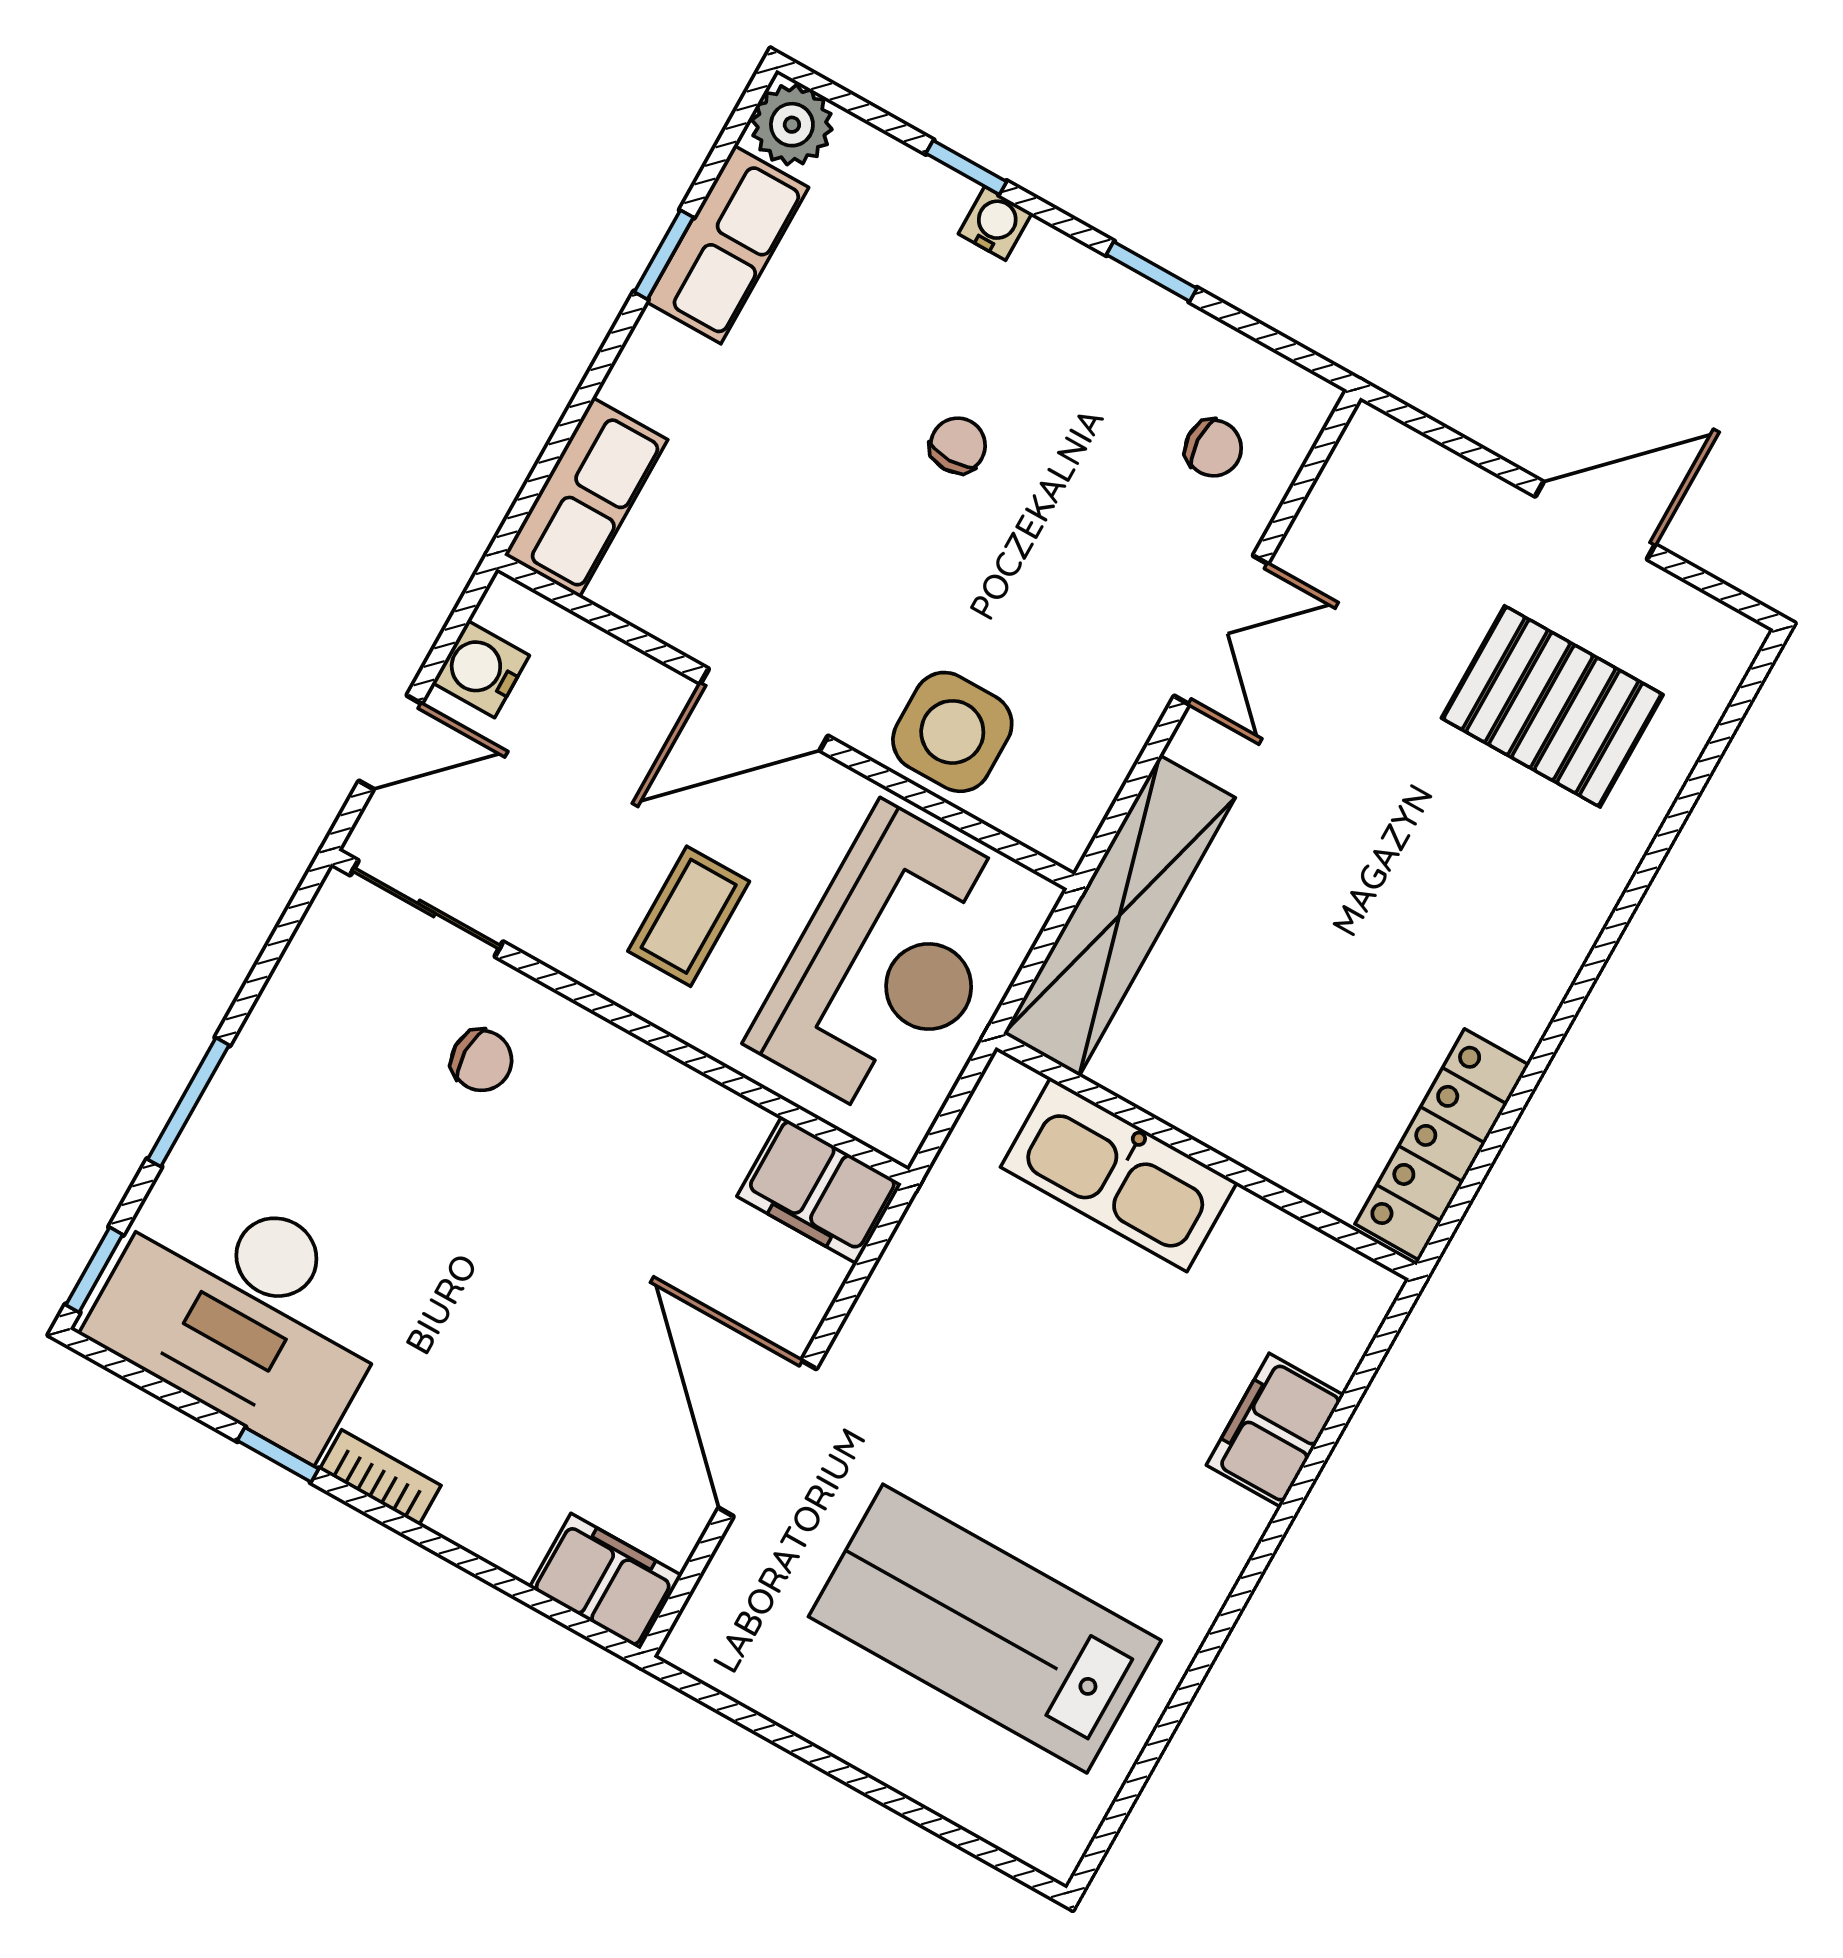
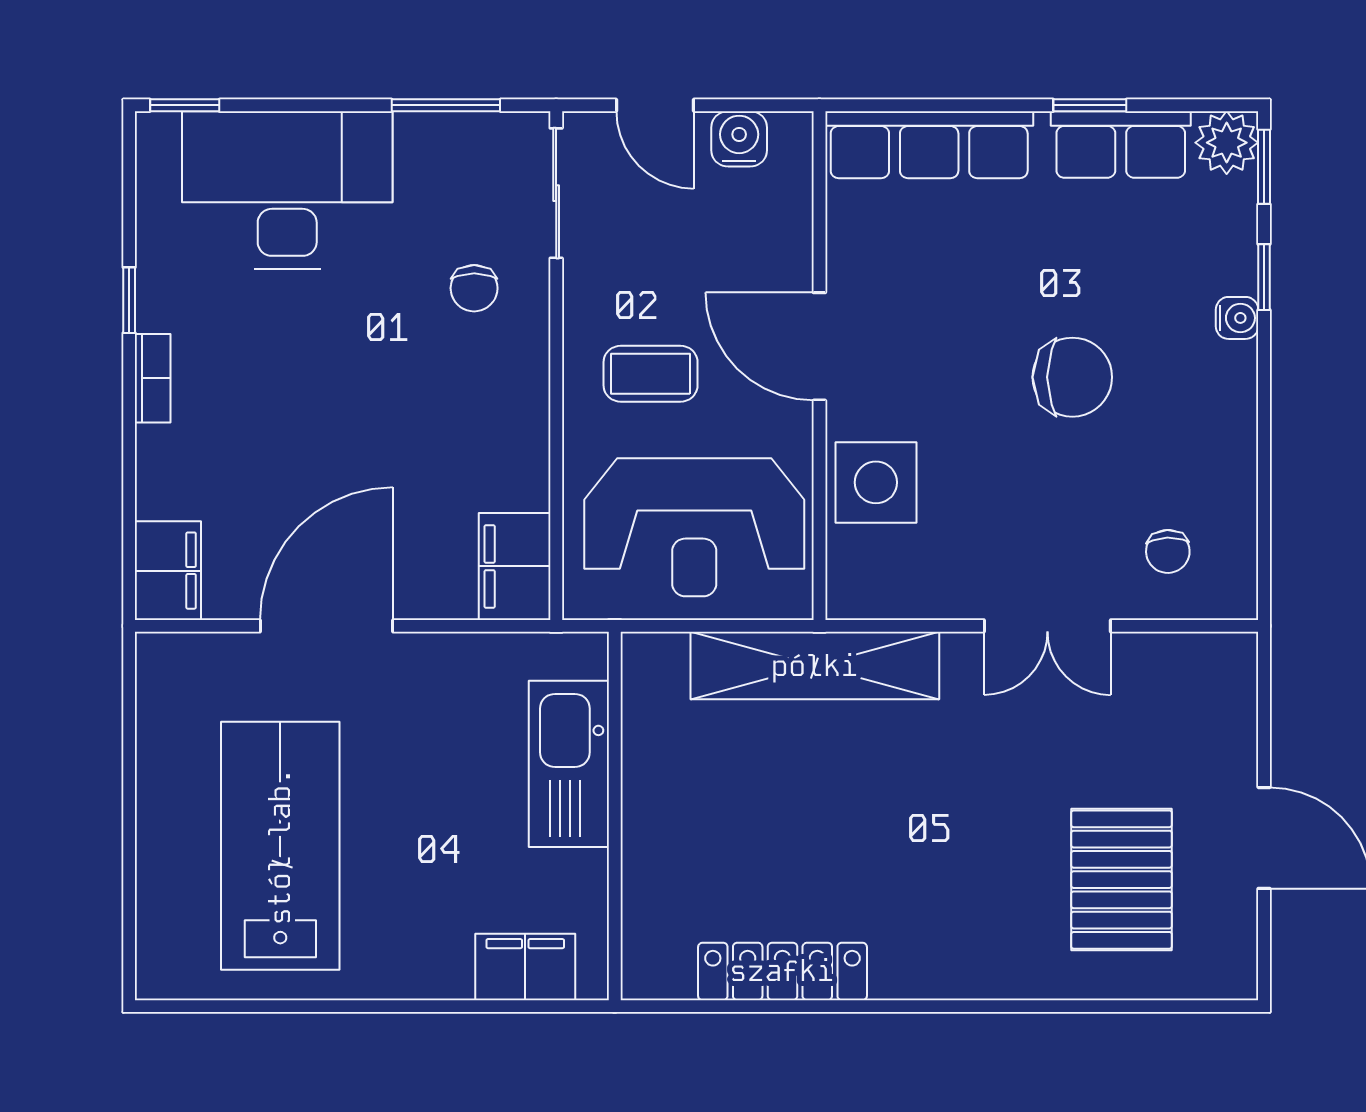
window: (1152, 272) -> (1264, 167), moved
chair: (958, 445) -> (1072, 377), width x1.87, depth x1.87
row of seats: (586, 497) -> (929, 145), width x1.48
window: (188, 1102) -> (446, 105), moved
wall: (1206, 1156) -> (615, 816), moved
kitchen sink: (1119, 1175) -> (569, 764), moved
desk: (246, 1312) -> (287, 190), moved, turned 90

